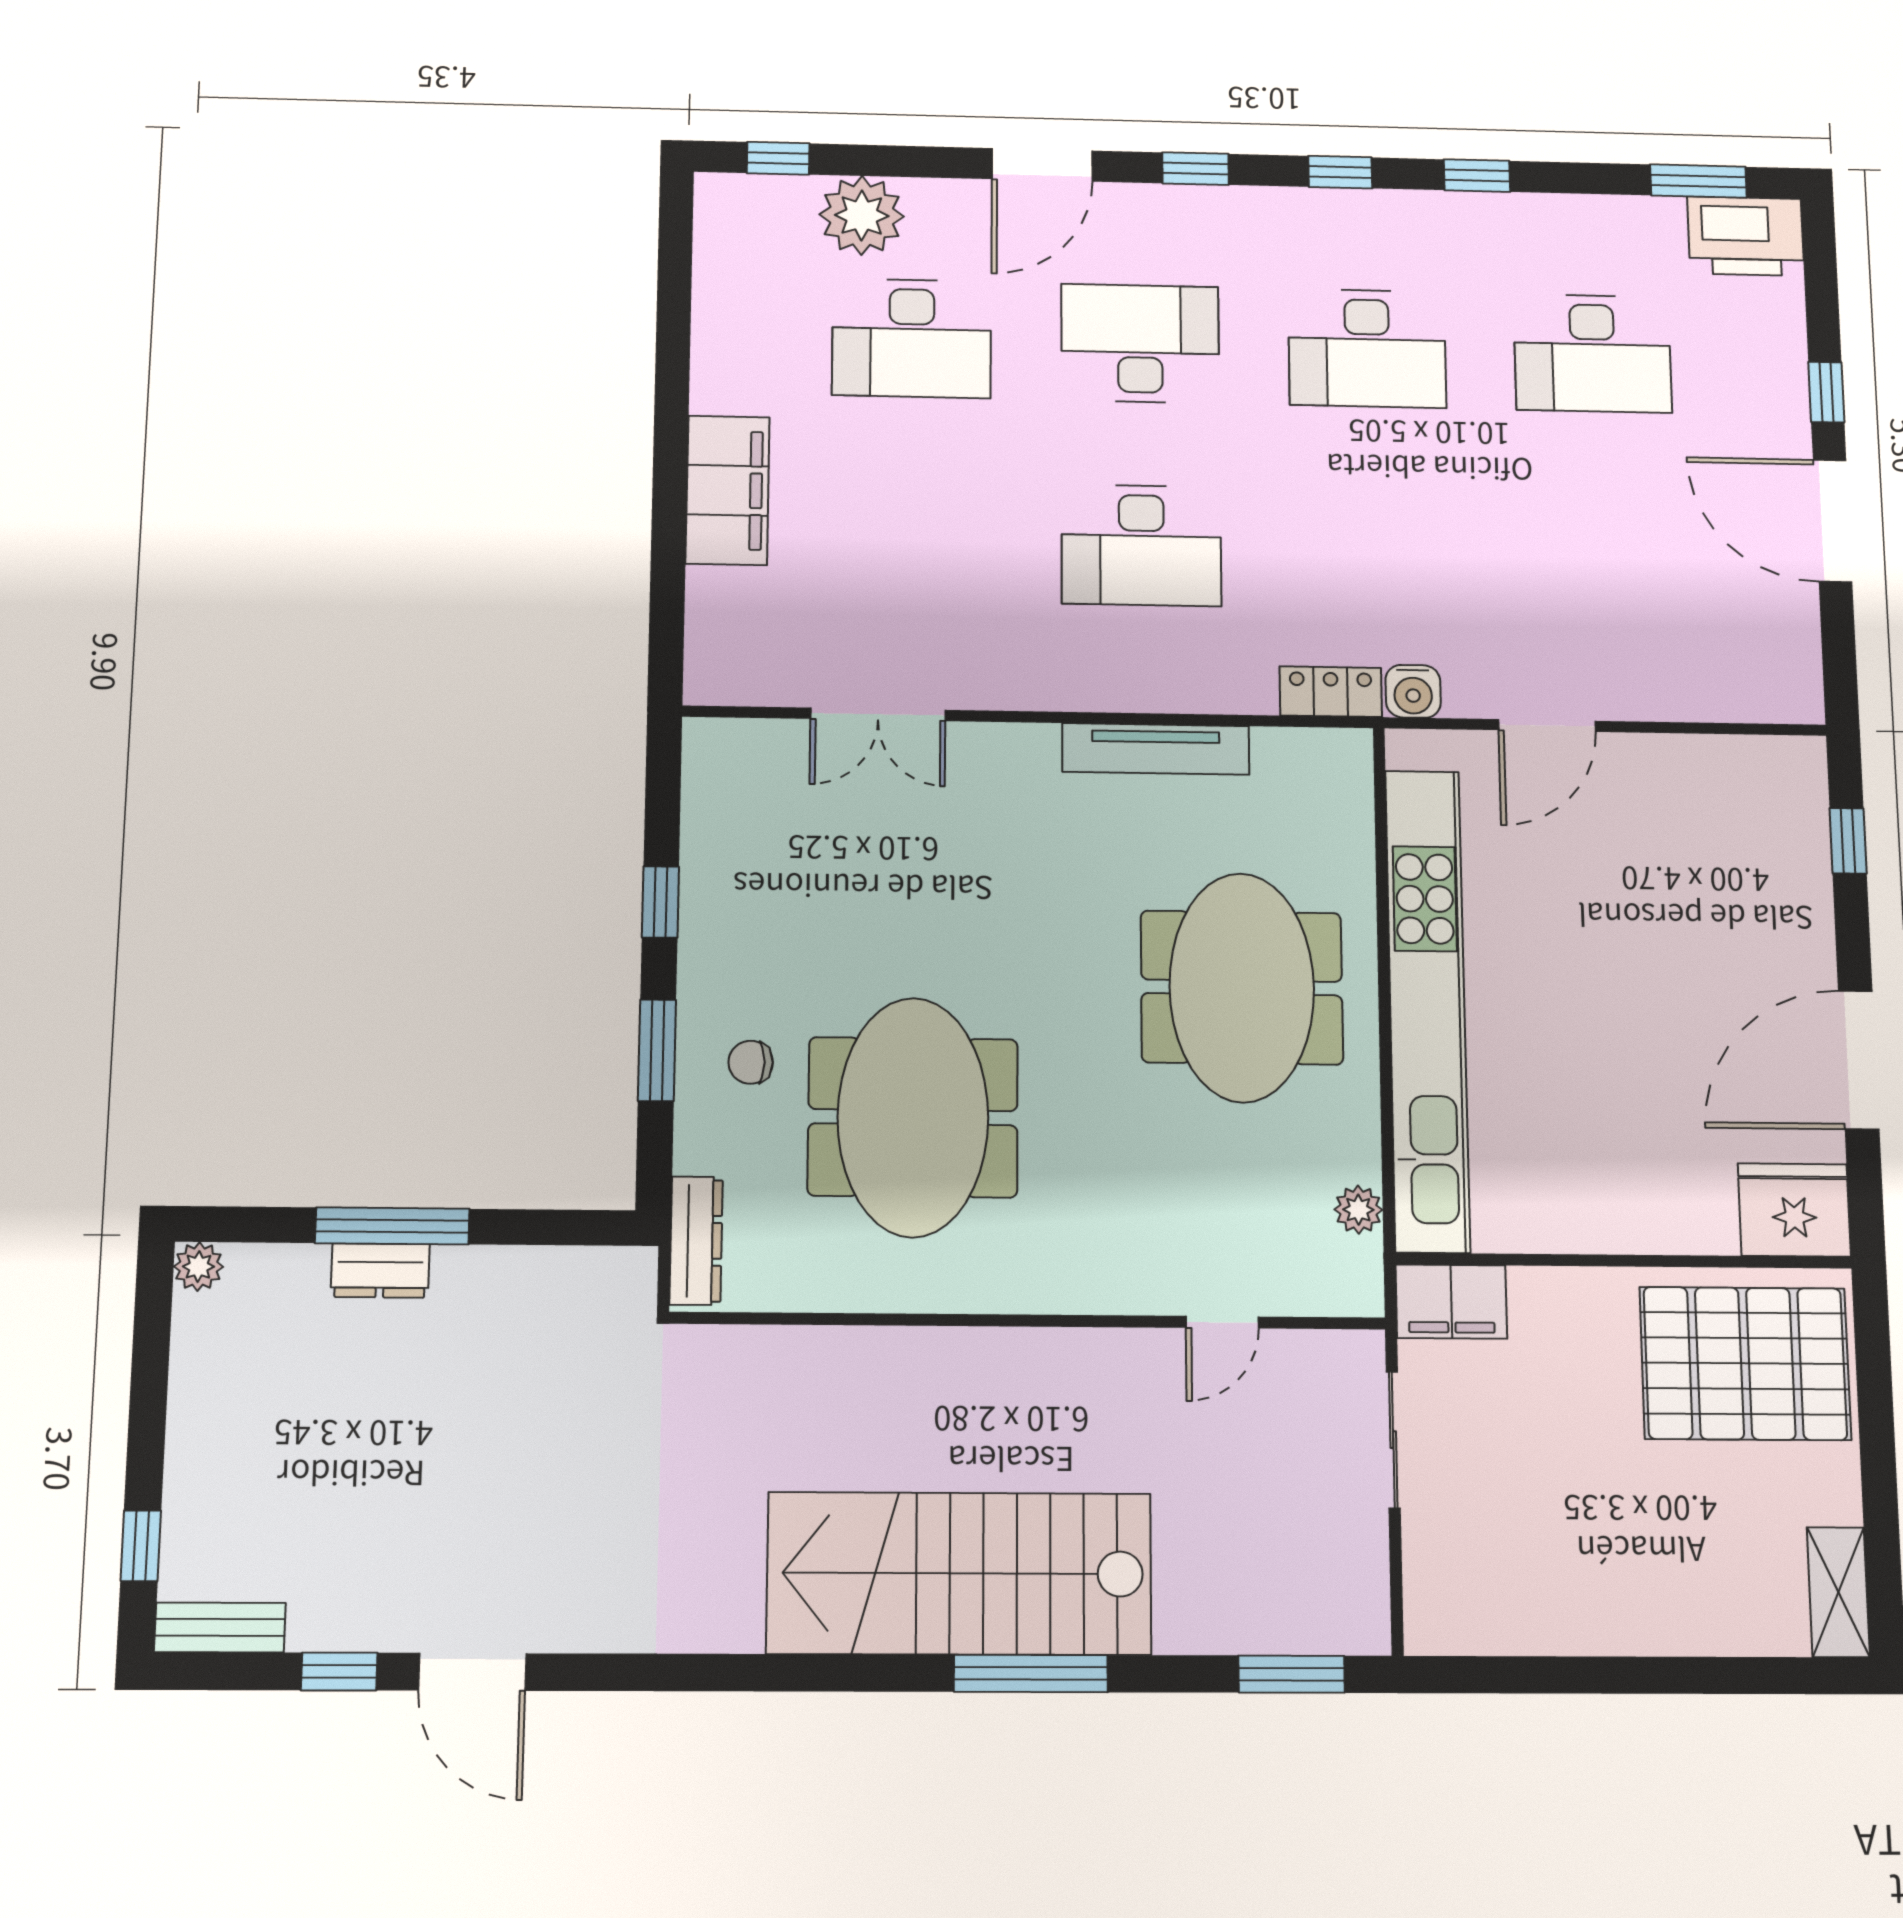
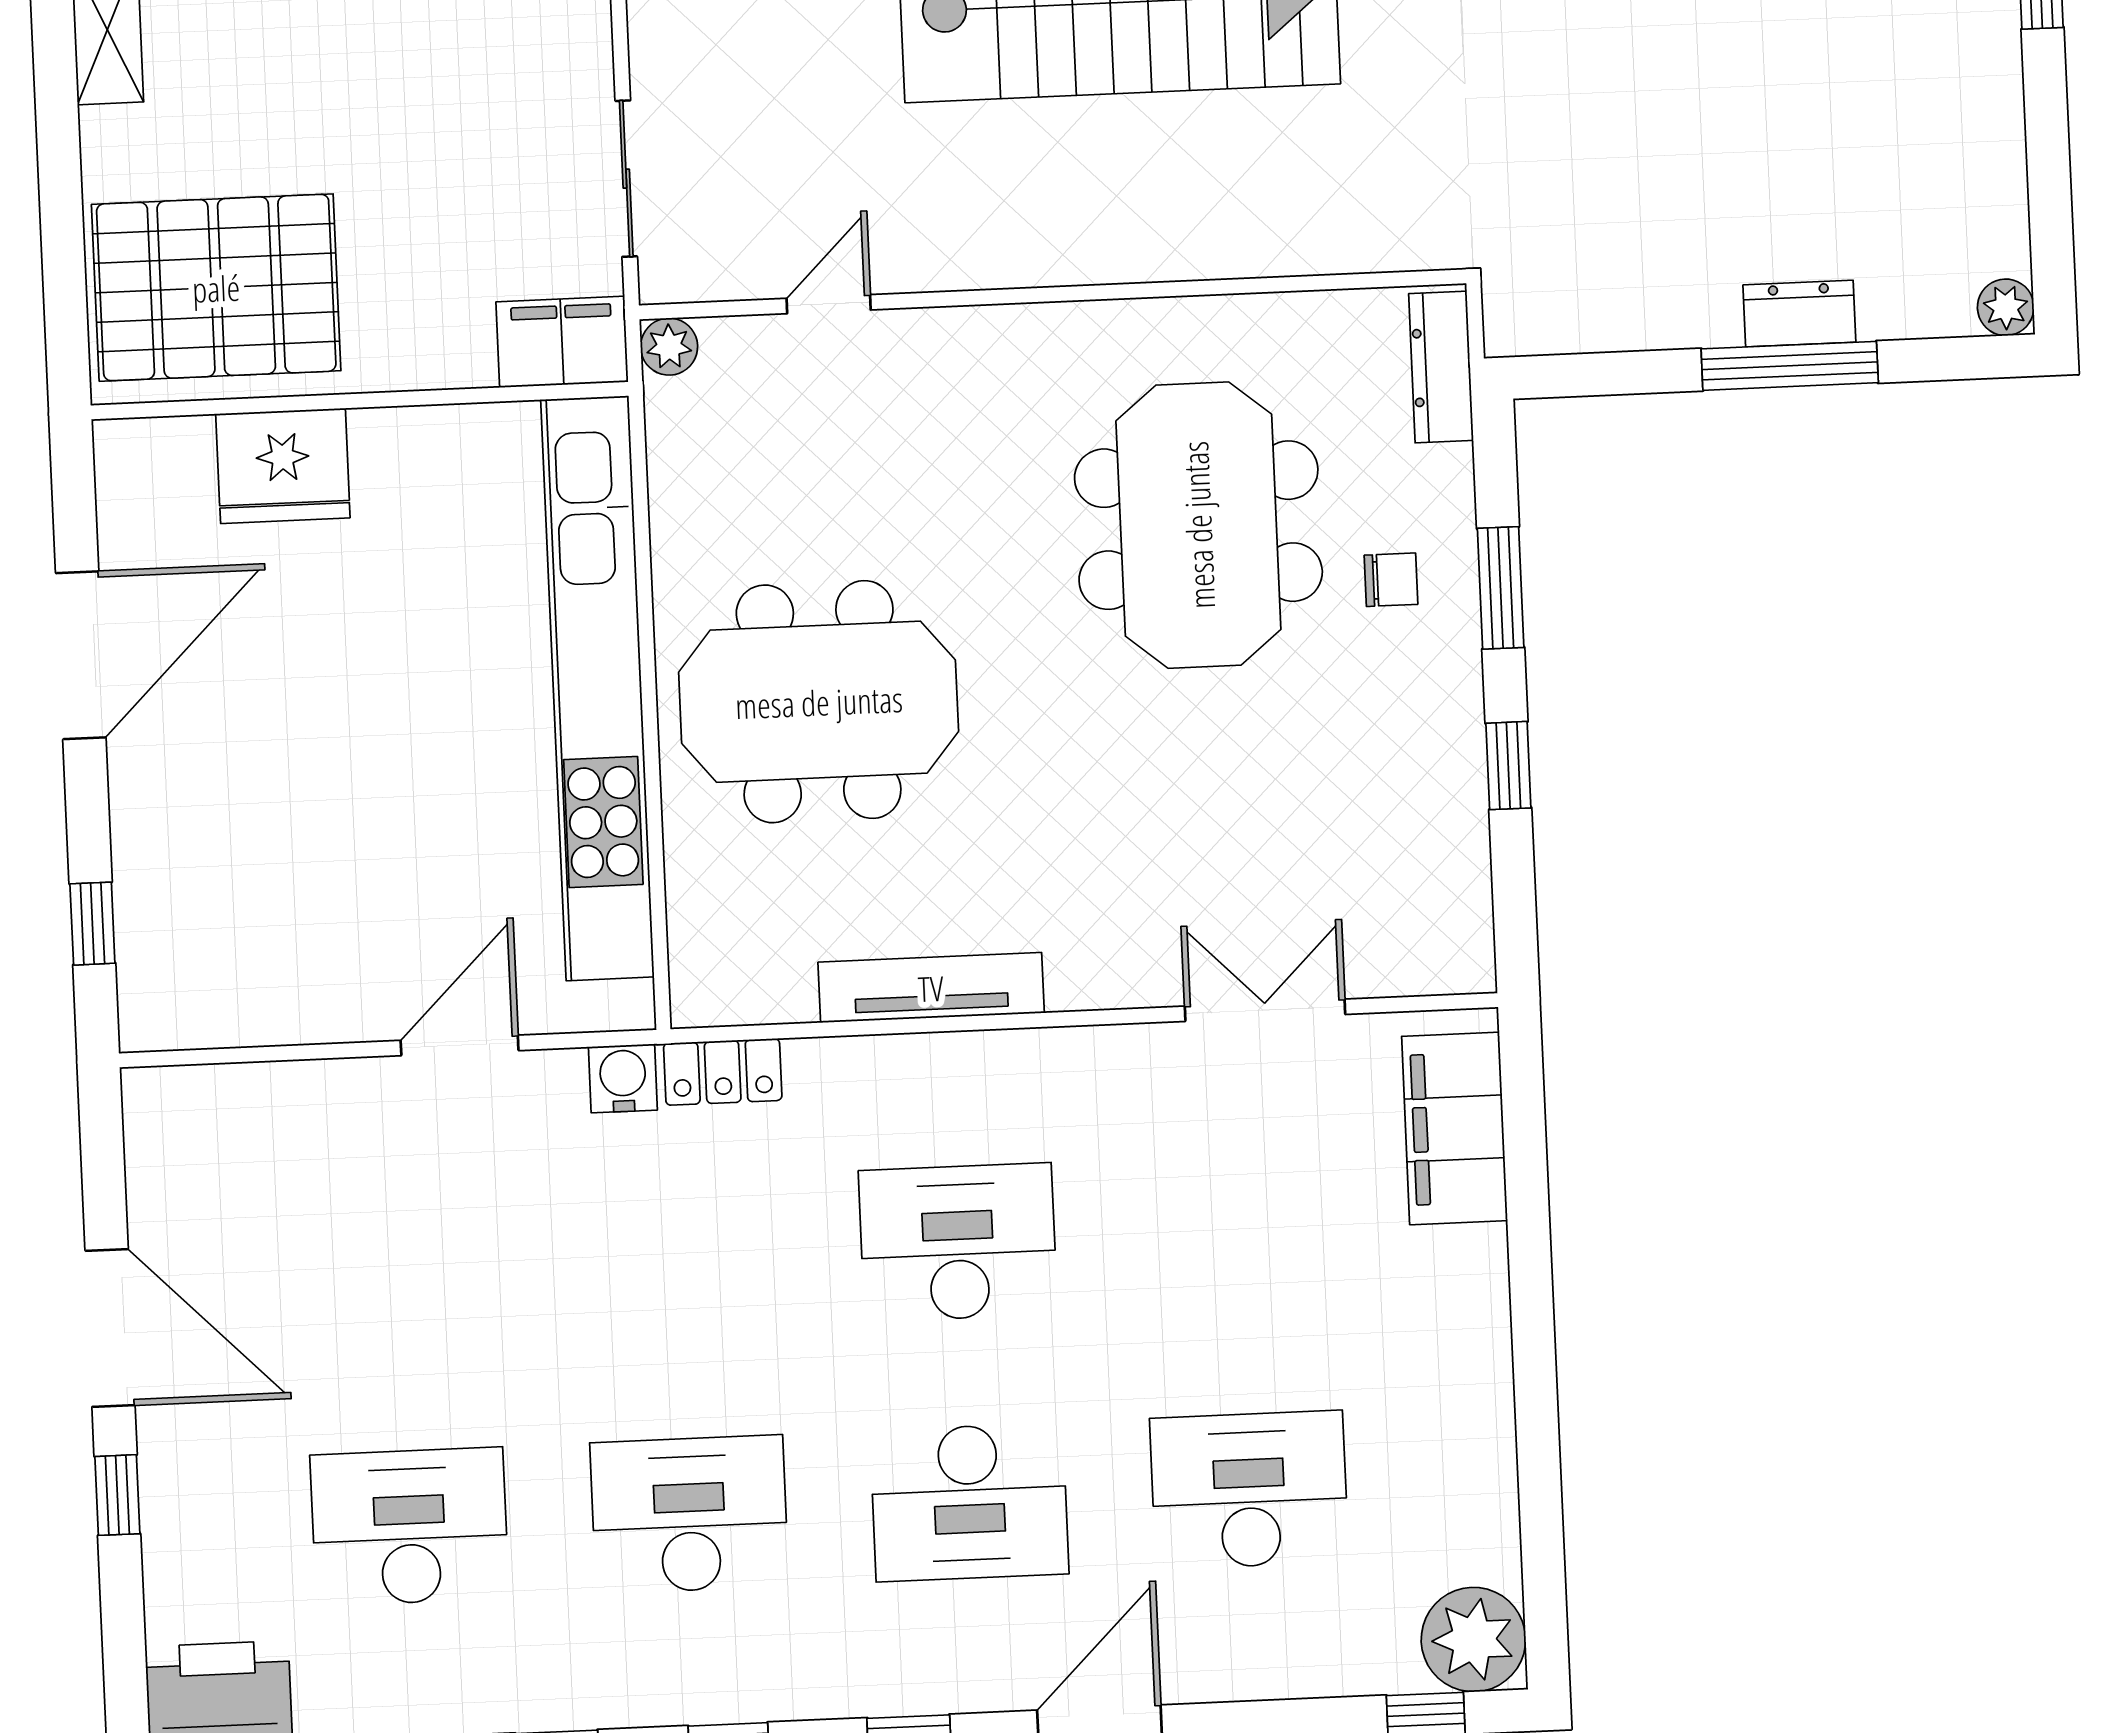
plant: (862, 215) -> (1473, 1640), moved
filing cabinet: (728, 490) -> (1454, 1128), moved
meeting table: (1242, 987) -> (819, 702), turned 90
plant: (1358, 1210) -> (669, 347), moved
fridge: (1794, 1210) -> (283, 466), moved

